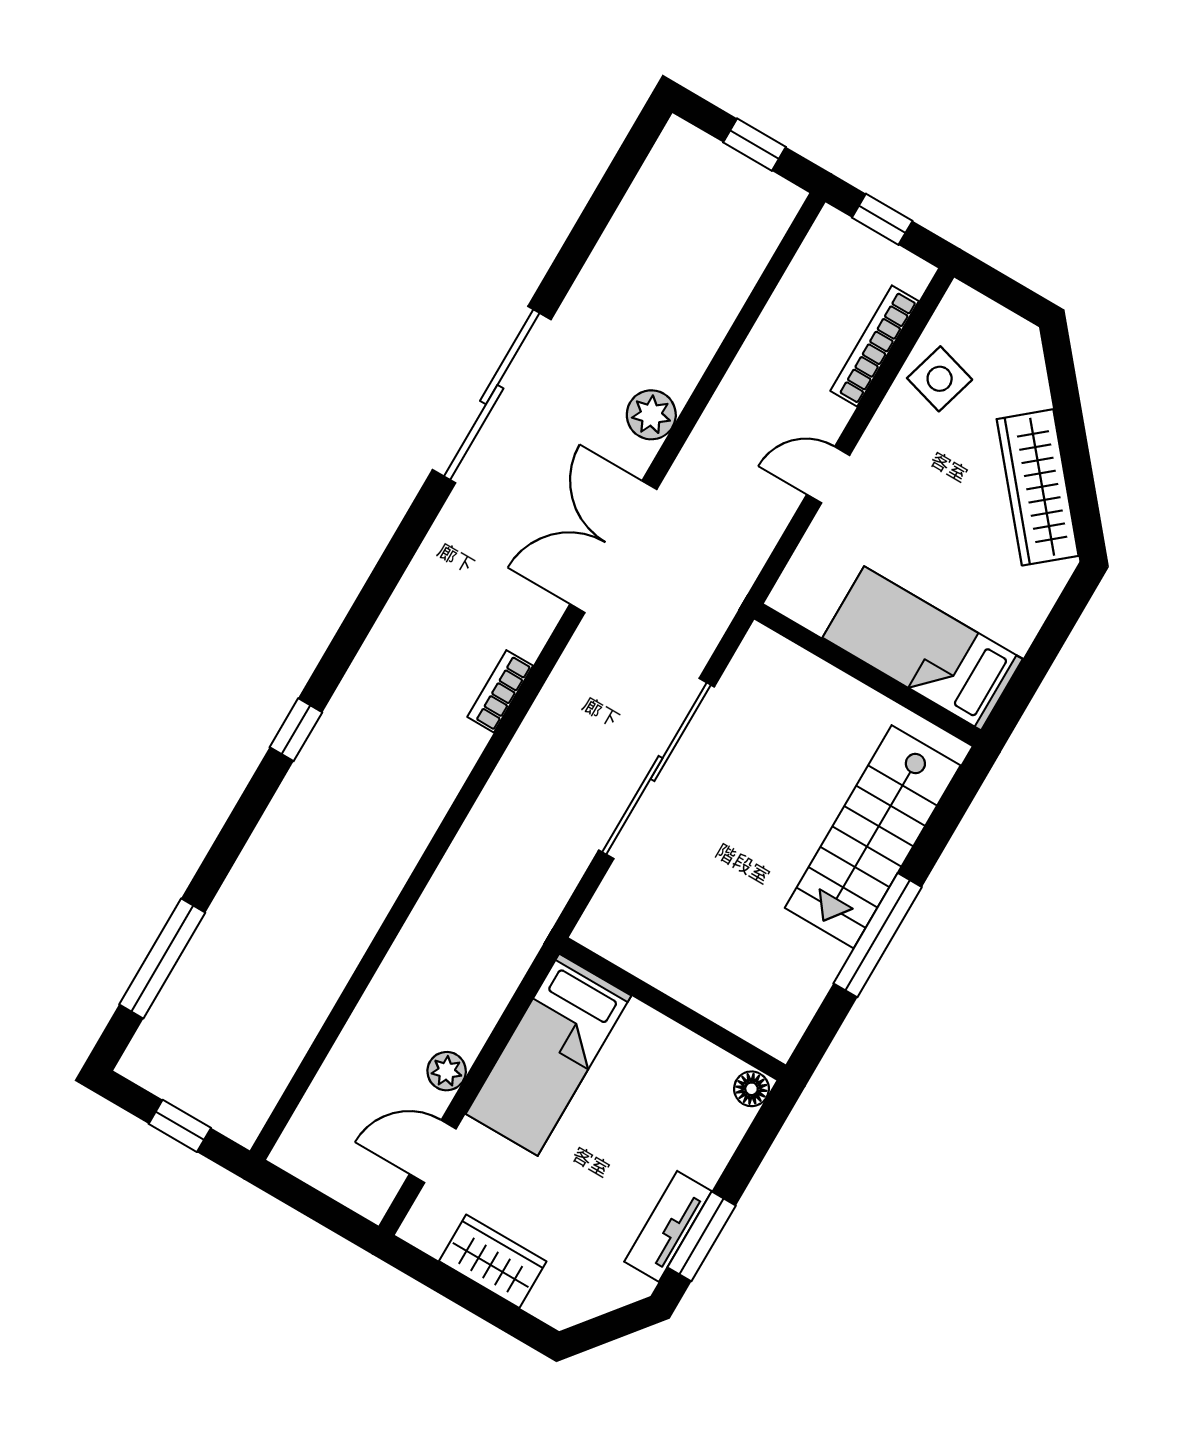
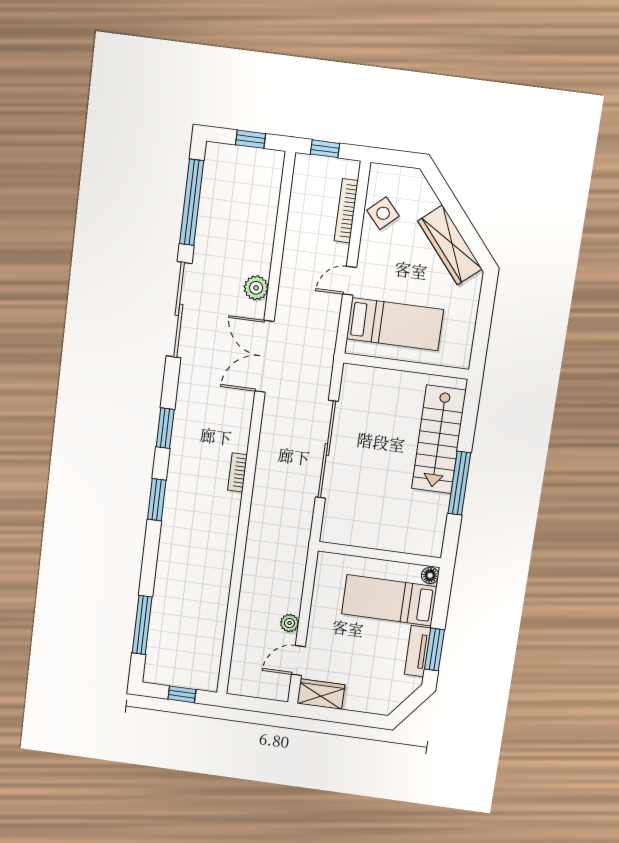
window: (599, 211) -> (192, 202), added
side table: (940, 379) -> (383, 213), turned 32
window: (371, 602) -> (165, 428), added
bed: (923, 648) -> (395, 324), moved, turned 180
bookcase: (500, 691) -> (237, 472), moved
window: (296, 730) -> (157, 500), width x1.50
bed: (548, 1055) -> (389, 600), moved, turned 90
wardrobe: (493, 1261) -> (321, 694), moved

